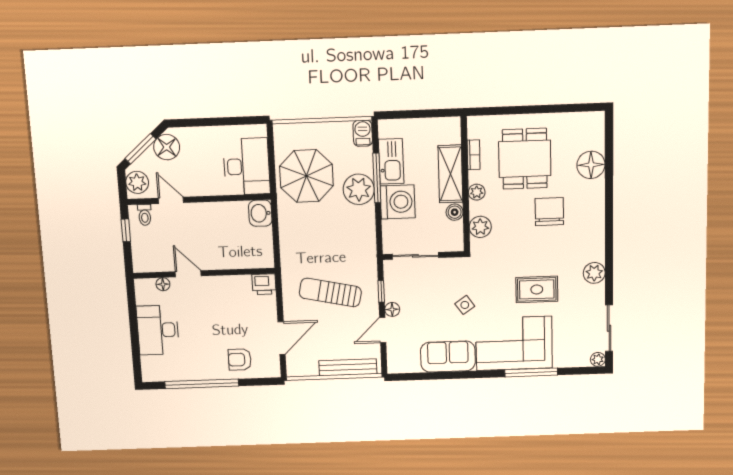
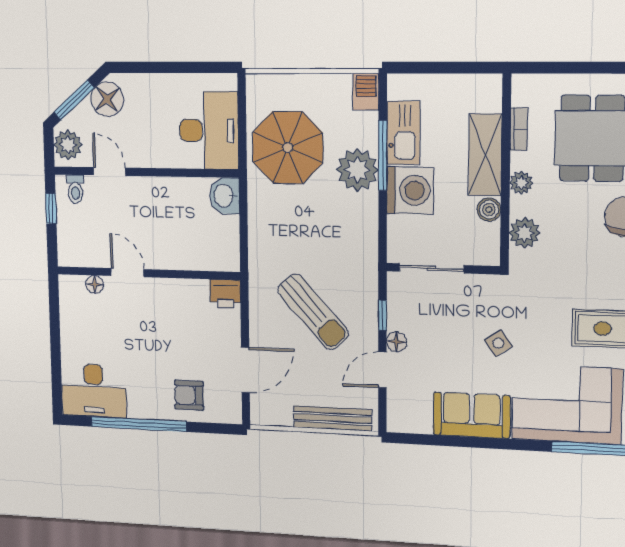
sun lounger: (330, 292) -> (313, 312), turned -144
desk: (158, 330) -> (94, 391), moved, turned -90

